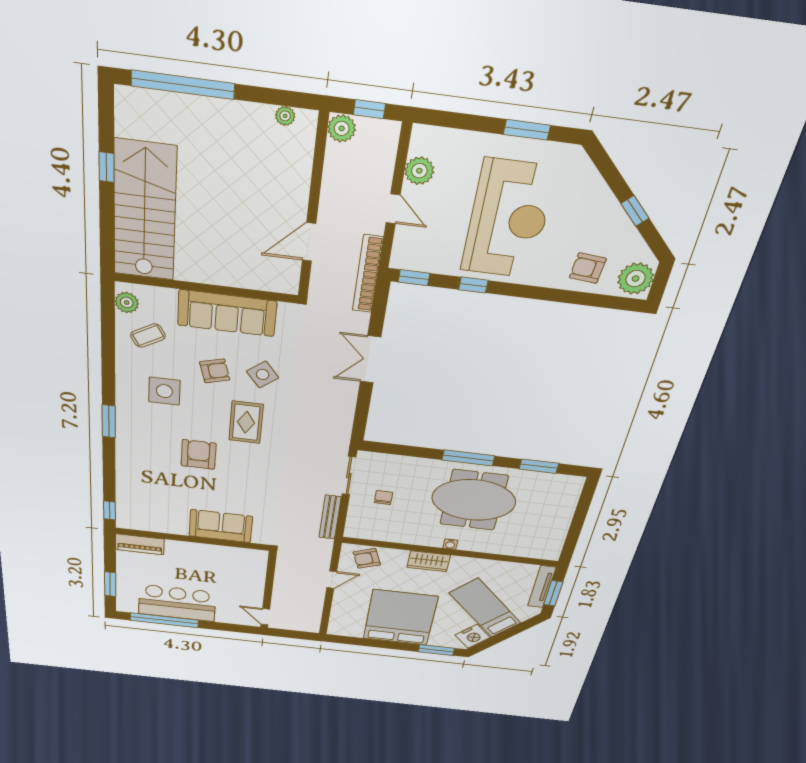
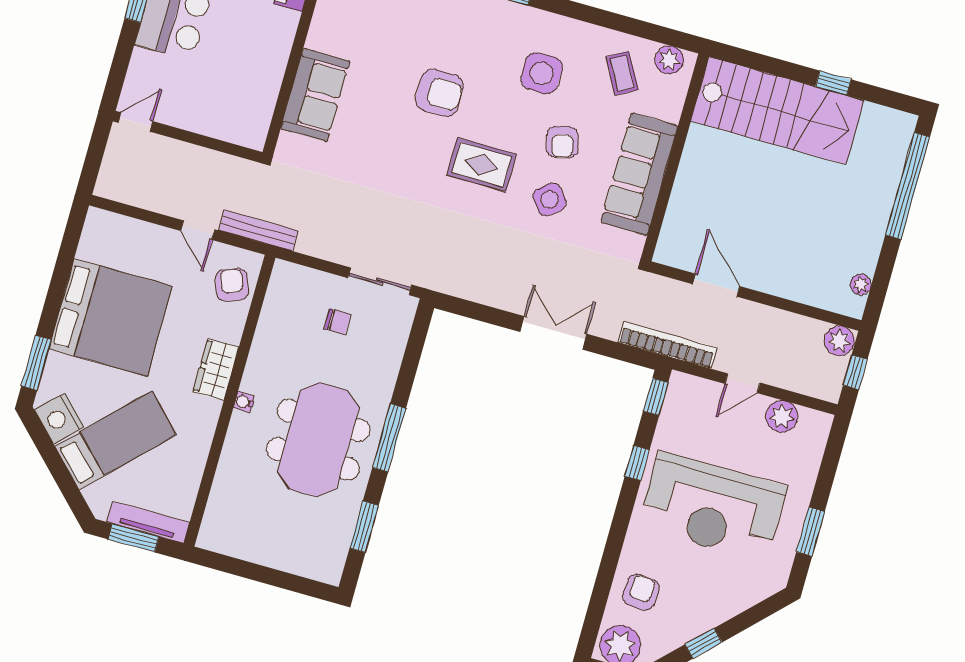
bench: (330, 517) -> (259, 230), moved

